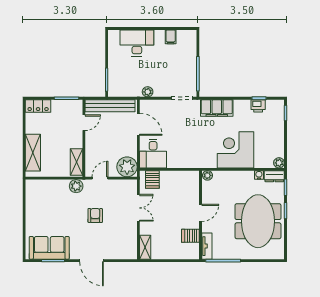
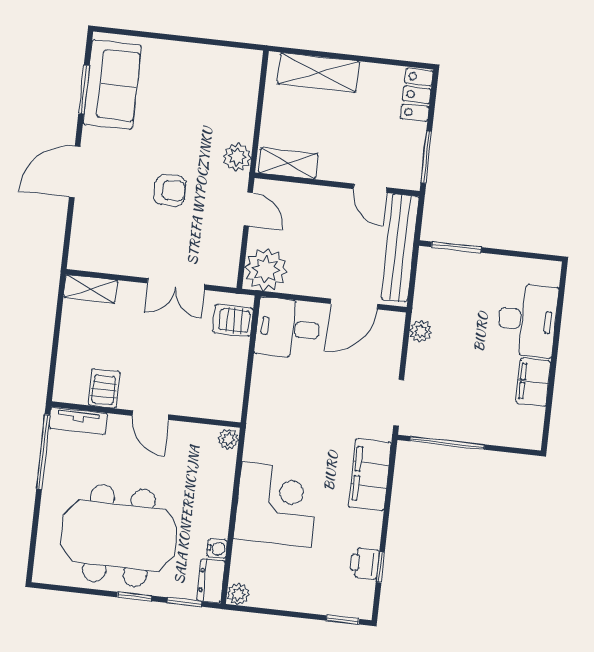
filing cabinet: (171, 37) -> (533, 382), width x2.00

